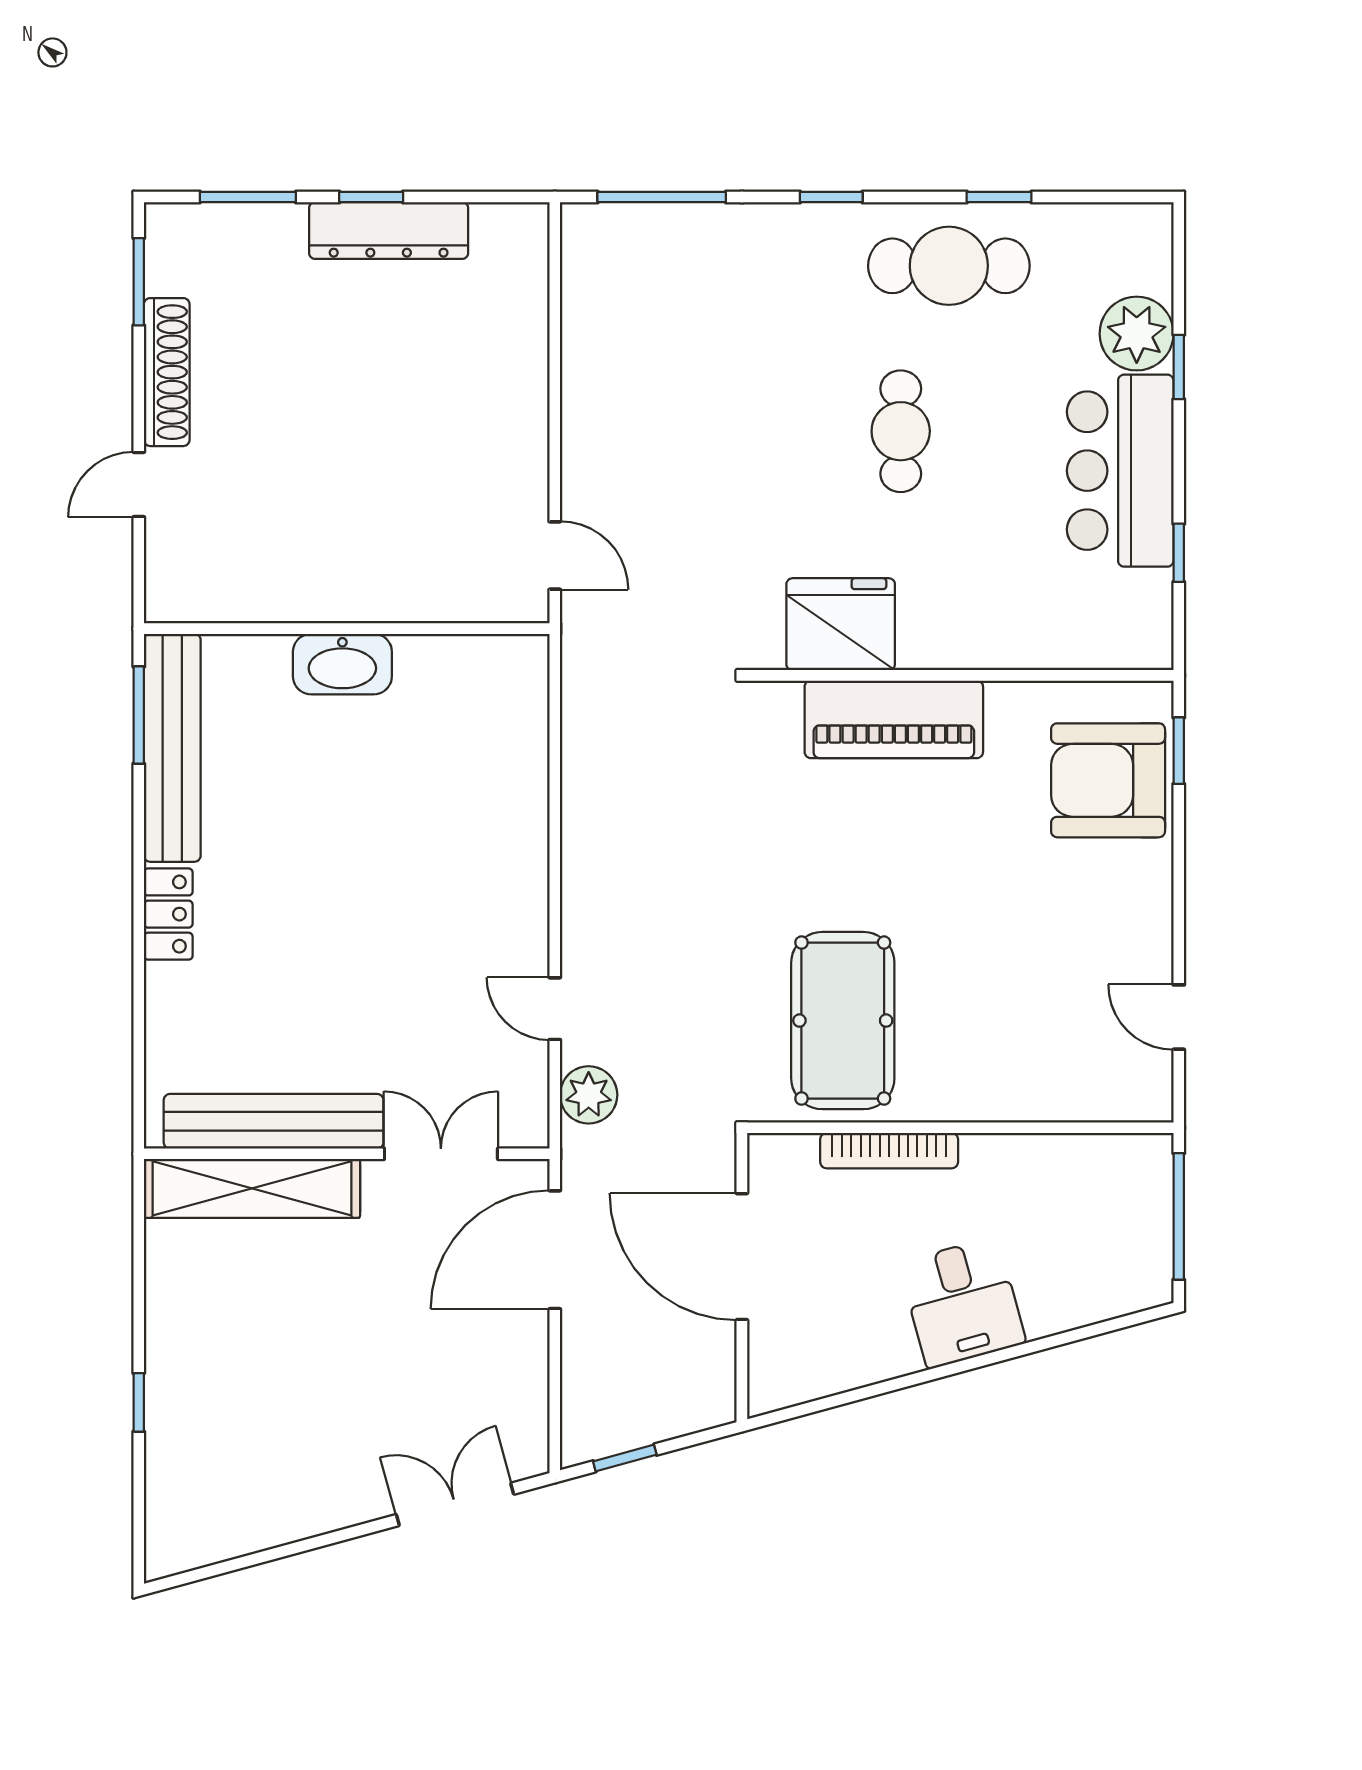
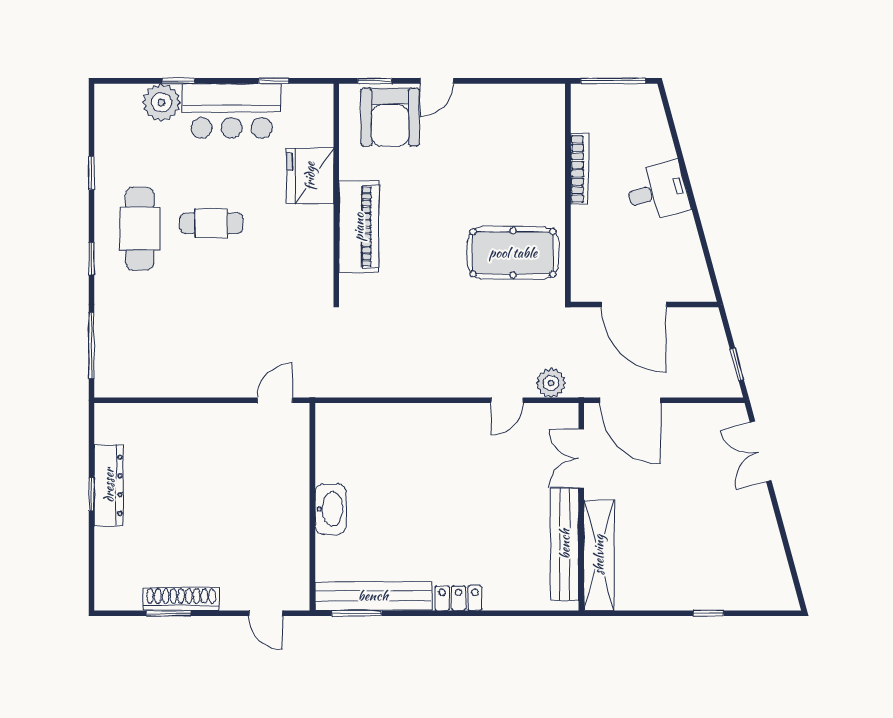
window: (248, 197) -> (91, 557), removed
cafe table: (949, 266) -> (140, 229), moved
window: (139, 282) -> (168, 613), moved
door: (139, 485) -> (266, 613), moved
fridge: (841, 624) -> (310, 176), moved
door: (1179, 1017) -> (437, 81), moved
bookcase: (889, 1151) -> (580, 169), moved
door: (742, 1257) -> (634, 304), hinge flipped

